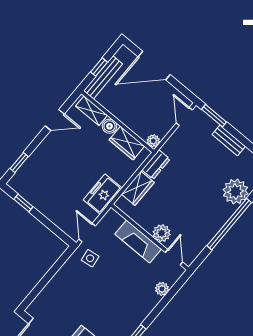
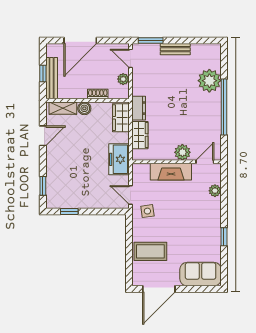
shoe rack: (131, 124) -> (98, 94), added
plant: (153, 141) -> (123, 79), moved
wardrobe: (127, 143) -> (121, 118), moved, turned 90
door: (174, 257) -> (205, 162), hinge flipped
coffee table: (64, 295) -> (150, 251), added

